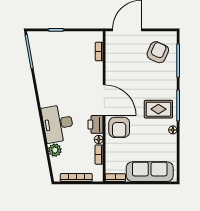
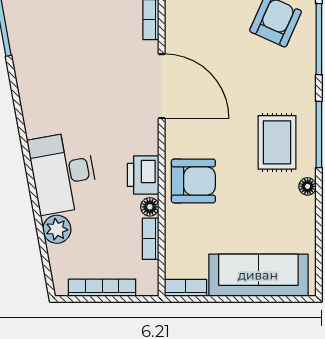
door: (104, 100) -> (162, 86), moved
rug: (158, 109) -> (277, 142), turned 90
armchair: (119, 127) -> (193, 181), turned -90

